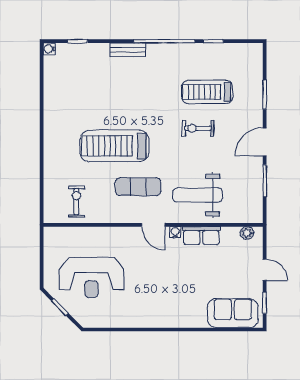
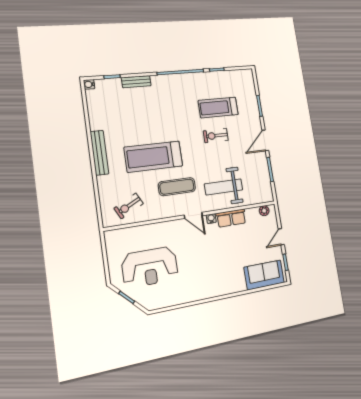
bench: (128, 50) -> (136, 82), moved
bench: (51, 134) -> (99, 153), added
exercise bike: (76, 202) -> (129, 206), turned -117
door: (265, 270) -> (281, 237), swing flipped

